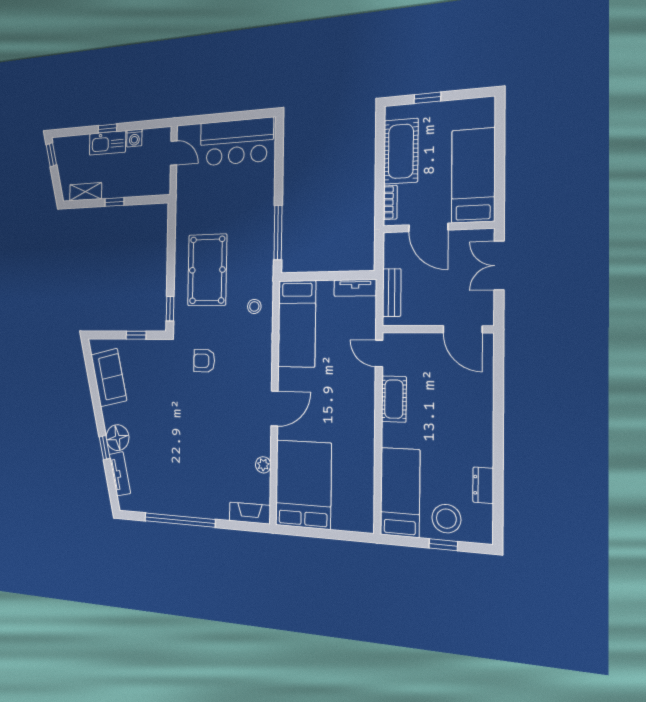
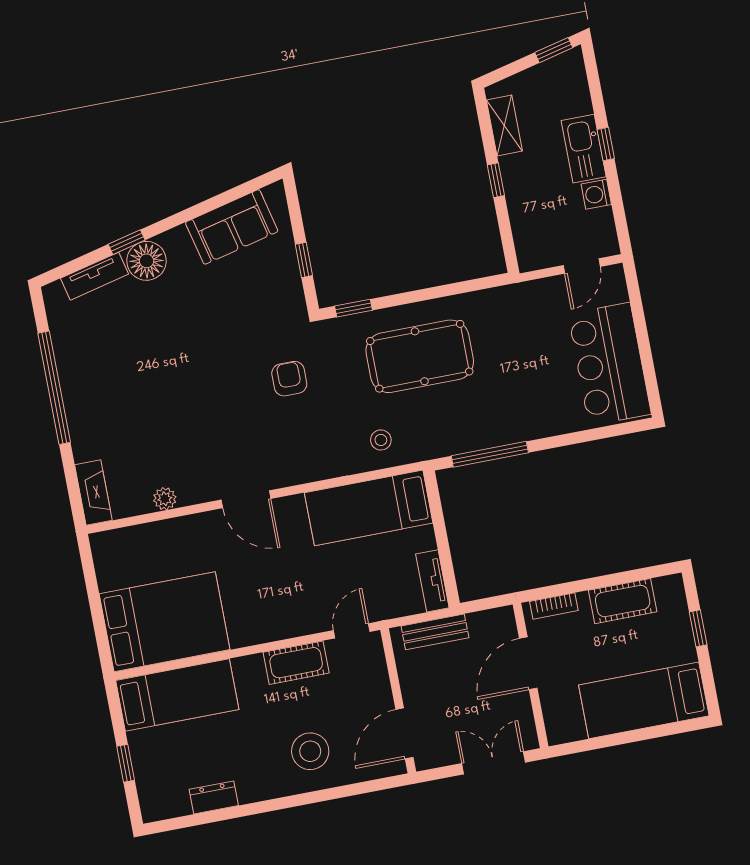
cot: (401, 151) -> (623, 601), width x0.73, depth x0.75
bed: (473, 176) -> (644, 700), moved, turned 180
bed: (303, 484) -> (165, 622), moved
stool: (446, 519) -> (310, 751), moved

